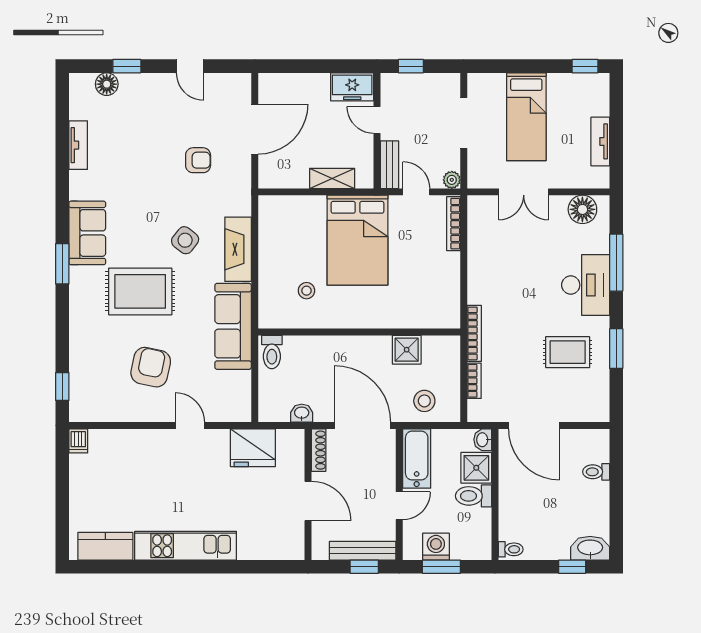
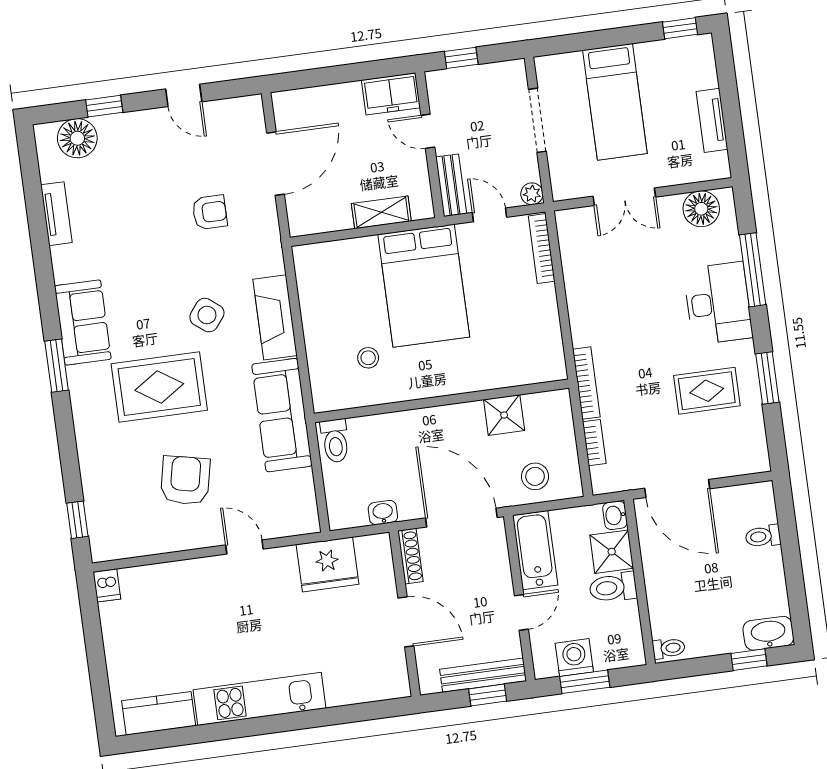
floor lamp: (107, 84) -> (77, 138), width x1.38, depth x1.38

